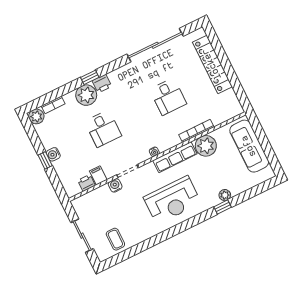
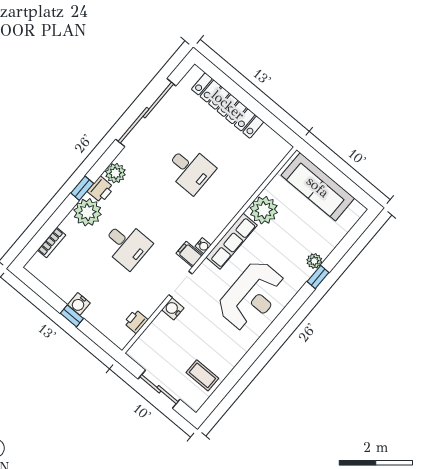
plant: (36, 116) -> (115, 173), moved
bookcase: (196, 131) -> (244, 197), removed
filing cabinet: (98, 175) -> (189, 254), moved

